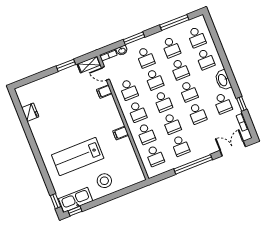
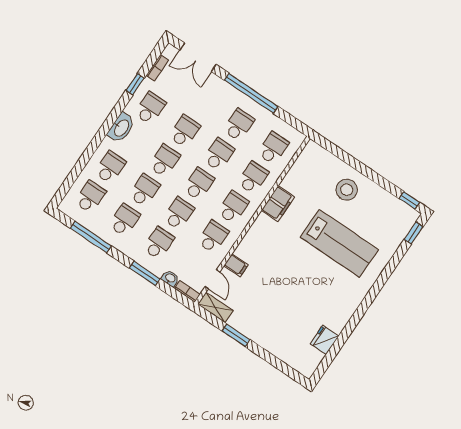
filing cabinet: (121, 133) -> (278, 203), width x2.00
kitchen sink: (76, 200) -> (395, 209), removed

